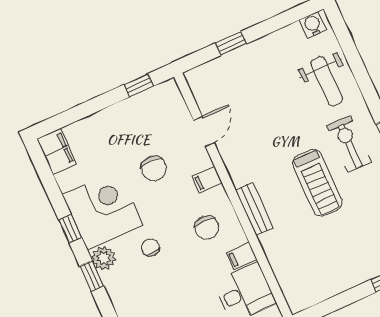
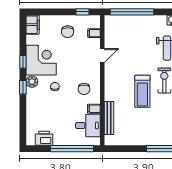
window: (231, 43) -> (132, 12), width x3.17
door: (204, 132) -> (102, 56), moved
chair: (154, 168) -> (68, 32), moved
filing cabinet: (207, 179) -> (94, 33), moved
bench: (254, 209) -> (109, 118), moved, width x1.36

